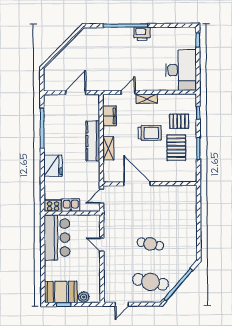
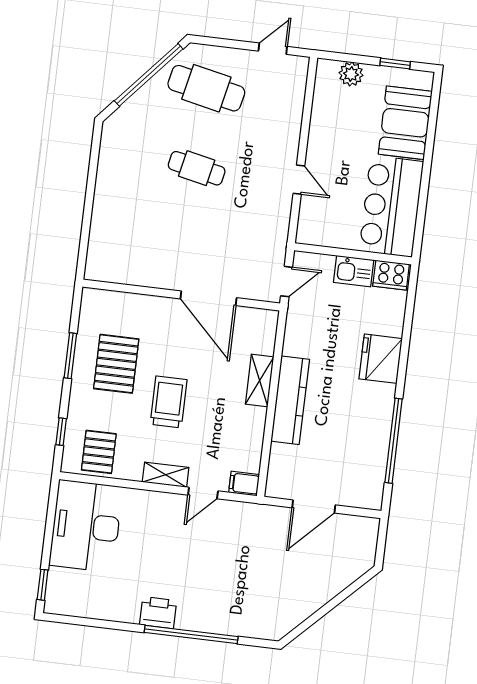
filing cabinet: (110, 116) -> (244, 484), moved, width x0.50
pallet: (179, 121) -> (99, 452), moved, turned 90
trolley: (150, 133) -> (169, 402), turned 90
booth: (61, 292) -> (405, 123), moved, turned 90

